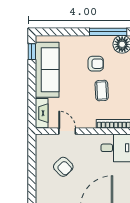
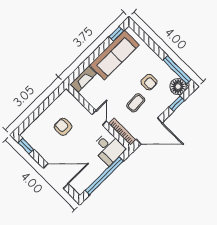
door: (67, 131) -> (99, 118), moved
armchair: (63, 167) -> (63, 127), turned 134

